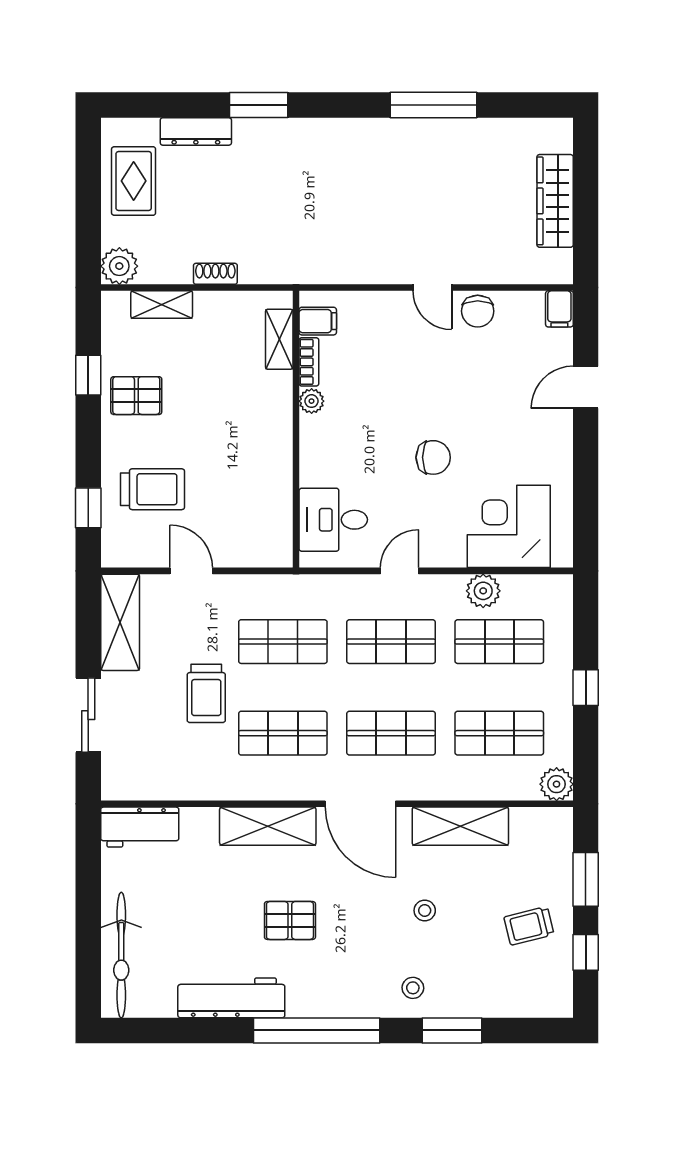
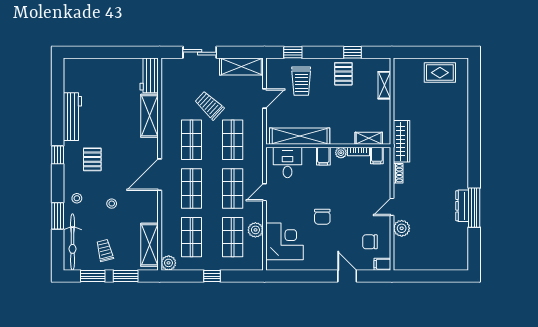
window: (259, 105) -> (474, 129), removed
dresser: (196, 131) -> (462, 206), moved
wardrobe: (555, 201) -> (401, 141), moved, turned 90
plant: (119, 266) -> (402, 228), moved
shoe rack: (215, 274) -> (398, 173), moved
chair: (478, 311) -> (370, 242), moved
filing cabinet: (319, 440) -> (323, 156), added
chair: (433, 457) -> (322, 217), moved
shelving: (275, 493) -> (300, 136), added
door: (400, 571) -> (264, 192), swing flipped
trolley: (206, 693) -> (209, 105), turned 43
shelving: (268, 826) -> (150, 116), moved
shelving: (460, 826) -> (150, 245), moved
pallet: (290, 920) -> (92, 159), moved
window: (586, 952) -> (93, 276), width x1.50
bicycle: (121, 955) -> (73, 242), moved, turned -90
window: (317, 1030) -> (58, 155), width x0.32

